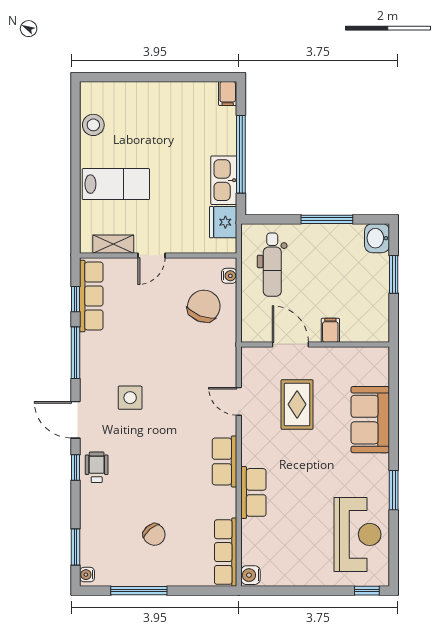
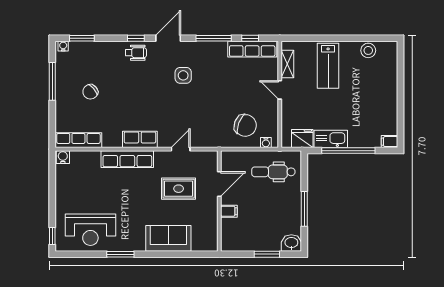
row of seats: (253, 492) -> (127, 159), width x1.48

